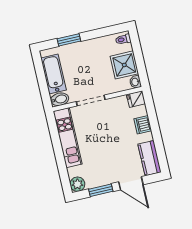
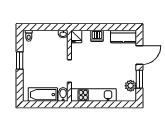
window: (69, 40) -> (20, 61), moved
shower: (124, 65) -> (48, 39), removed
plant: (77, 184) -> (131, 86), moved

